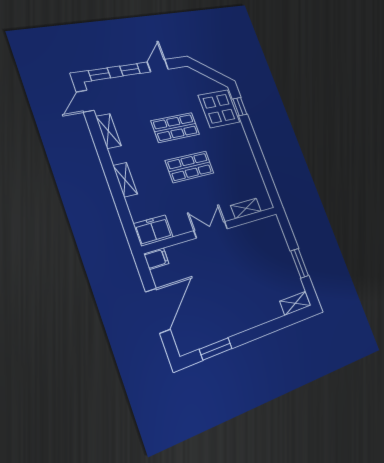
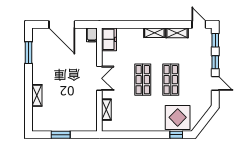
shelving: (125, 180) -> (154, 33), moved
shelving: (295, 303) -> (37, 95), moved

